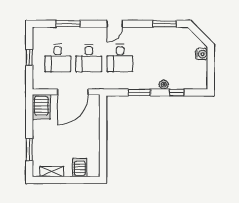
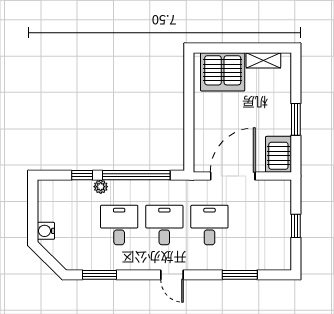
door: (115, 24) -> (172, 275), swing flipped
desk: (58, 58) -> (119, 225), moved
window: (139, 92) -> (136, 175), width x2.11
window: (29, 150) -> (296, 119), moved
server rack: (80, 168) -> (223, 72), width x2.18, depth x1.44

